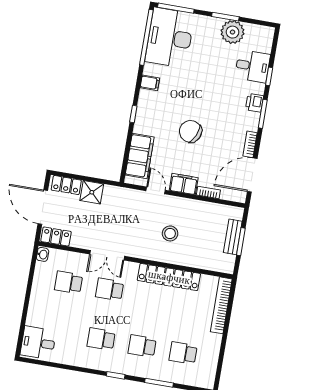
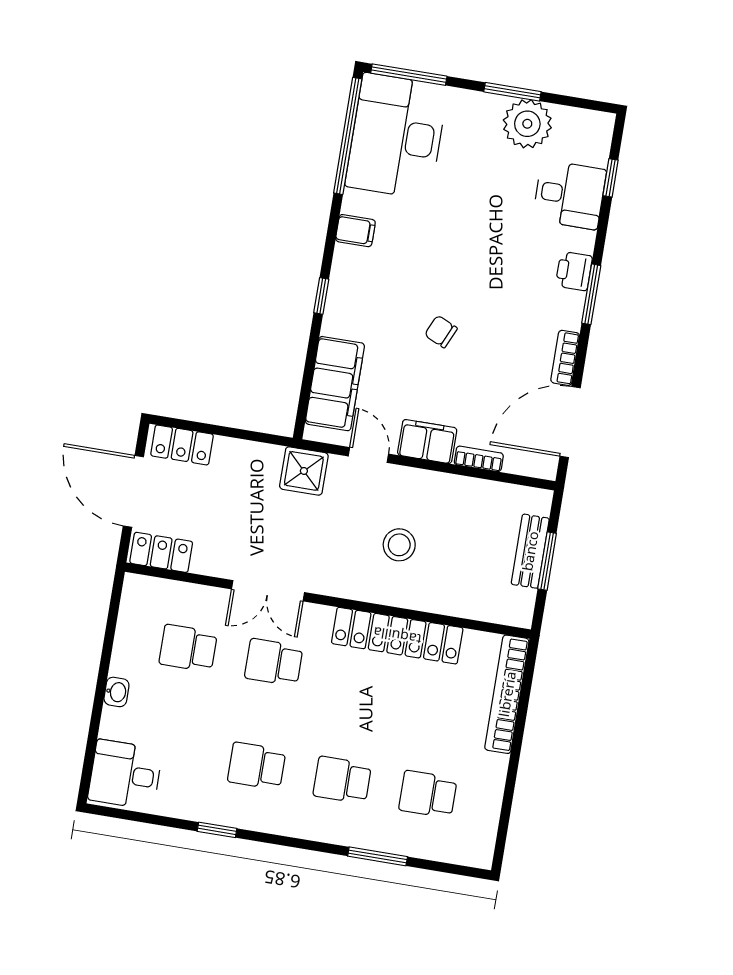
window: (269, 76) -> (611, 178), moved
chair: (191, 131) -> (441, 332), width x0.54, depth x0.54
shower: (92, 192) -> (304, 471), moved
washbasin: (43, 254) -> (116, 692), moved
window: (116, 375) -> (217, 830), moved

